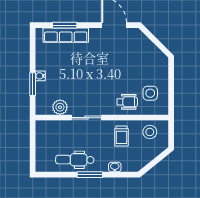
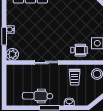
plant: (60, 107) -> (12, 54), moved

